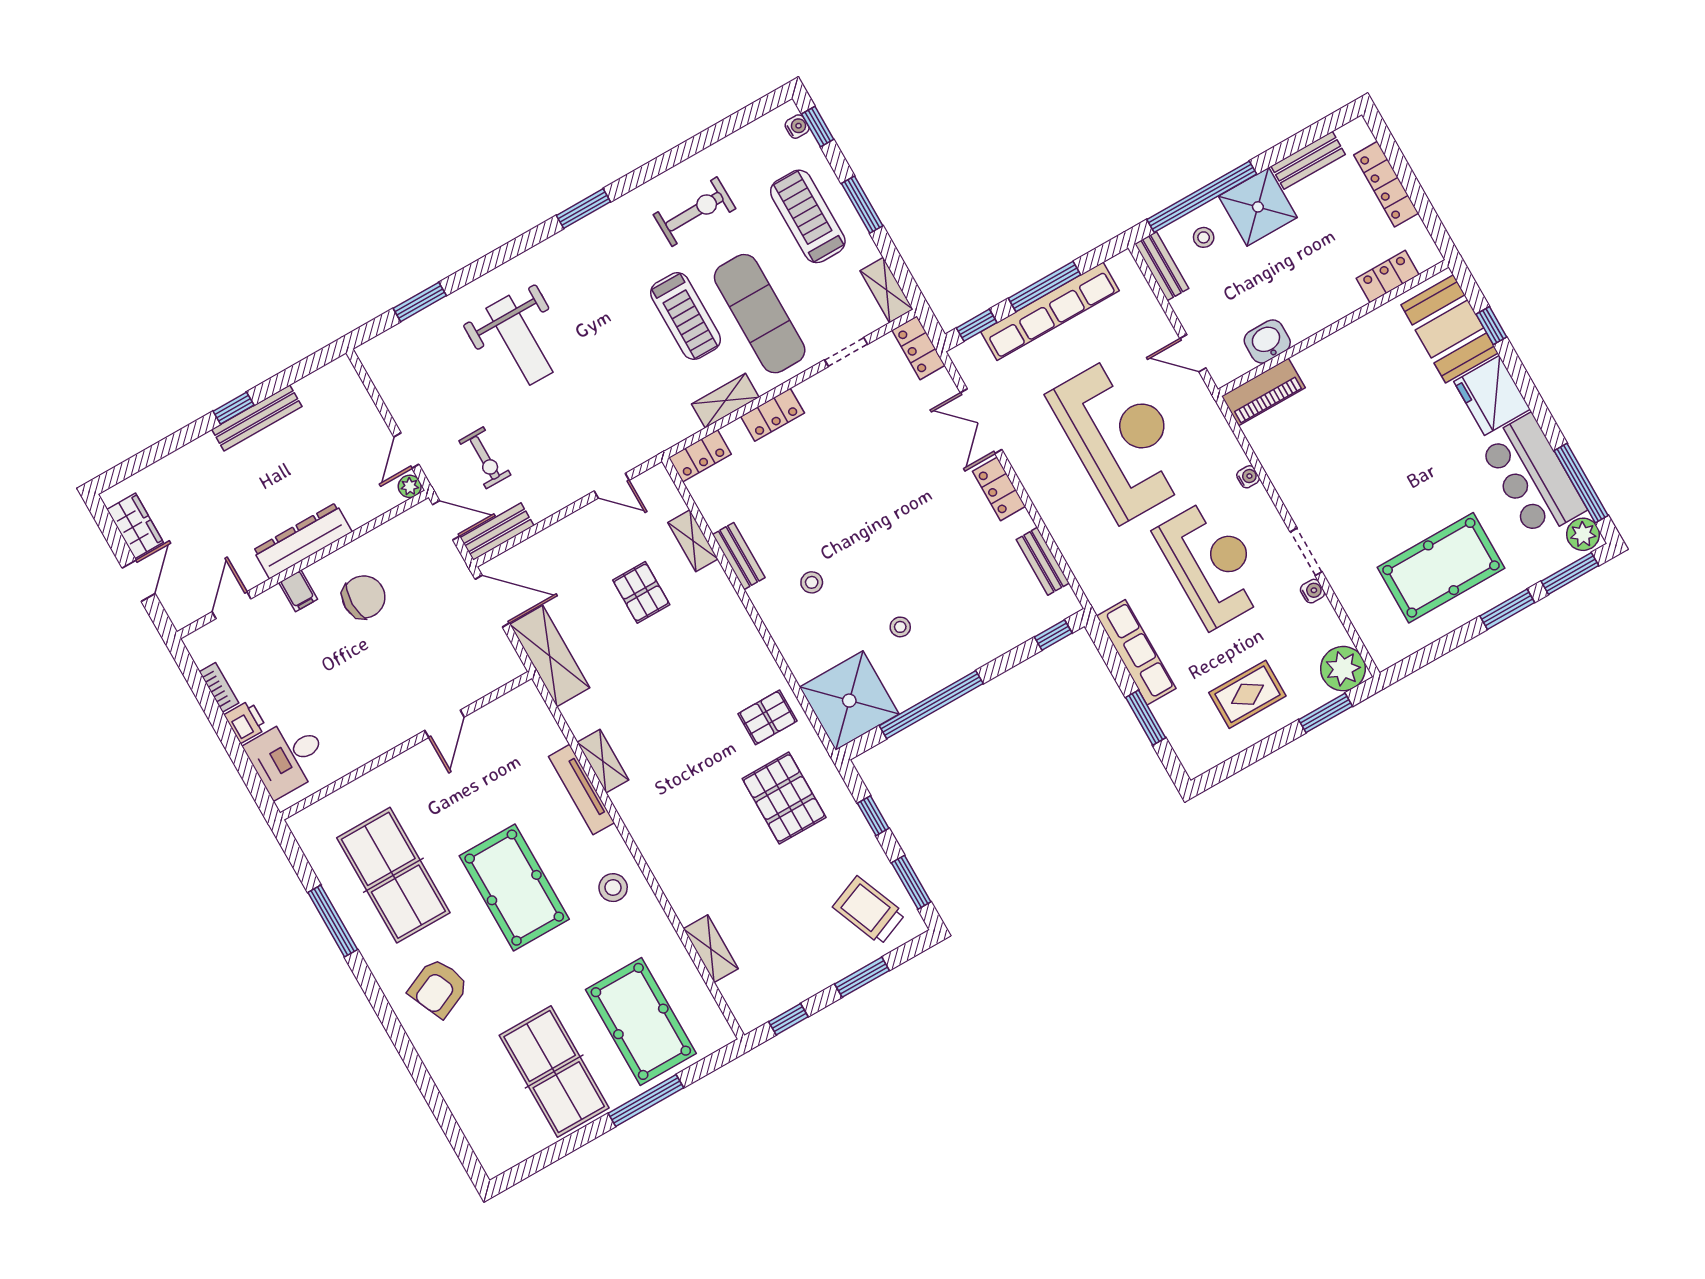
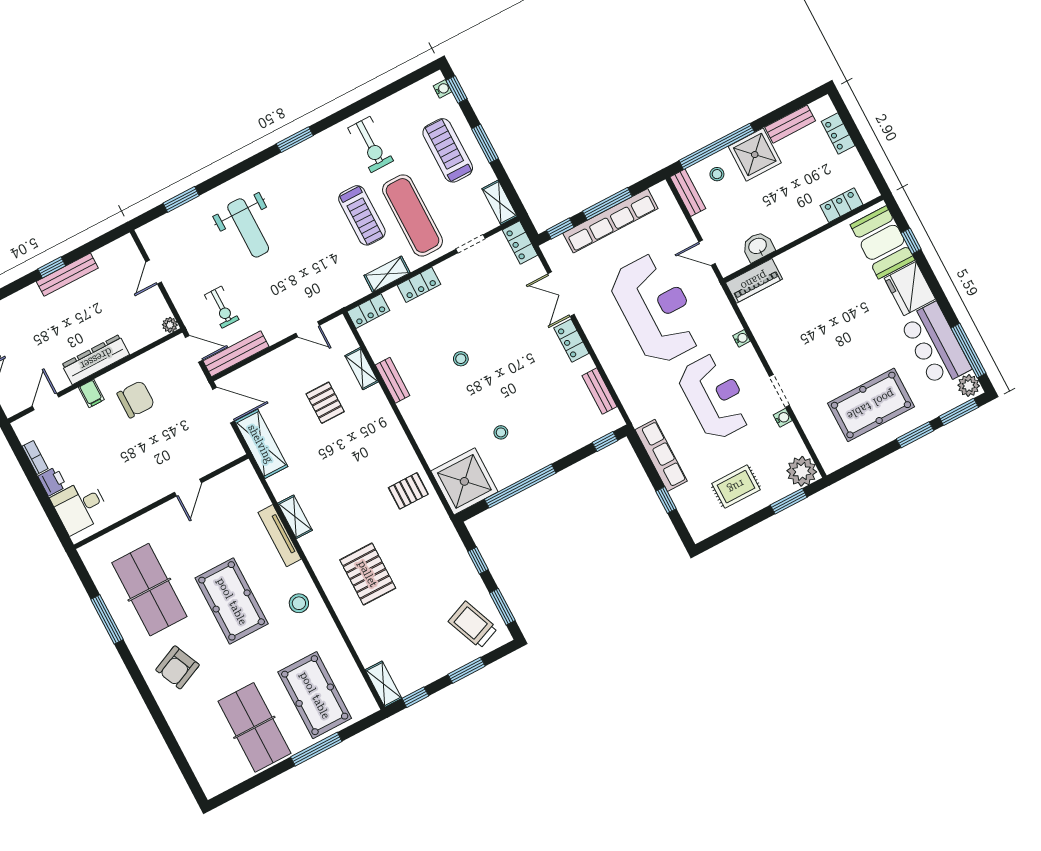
locker: (1386, 184) -> (838, 133), width x0.66
exercise bike: (694, 212) -> (371, 144), turned 91
door: (406, 451) -> (154, 272), moved
bench: (497, 532) -> (236, 354), width x1.36
stool: (812, 582) -> (461, 359), moved
window: (1146, 718) -> (666, 500), width x0.67
pallet: (784, 798) -> (368, 574), moved
shelving: (711, 949) -> (383, 684), moved

